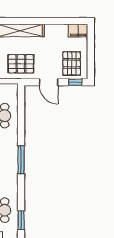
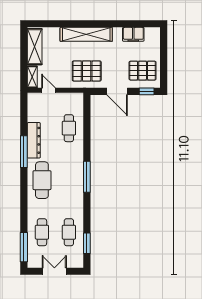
filing cabinet: (78, 31) -> (133, 34), moved
pallet: (72, 63) -> (143, 71), turned 90

